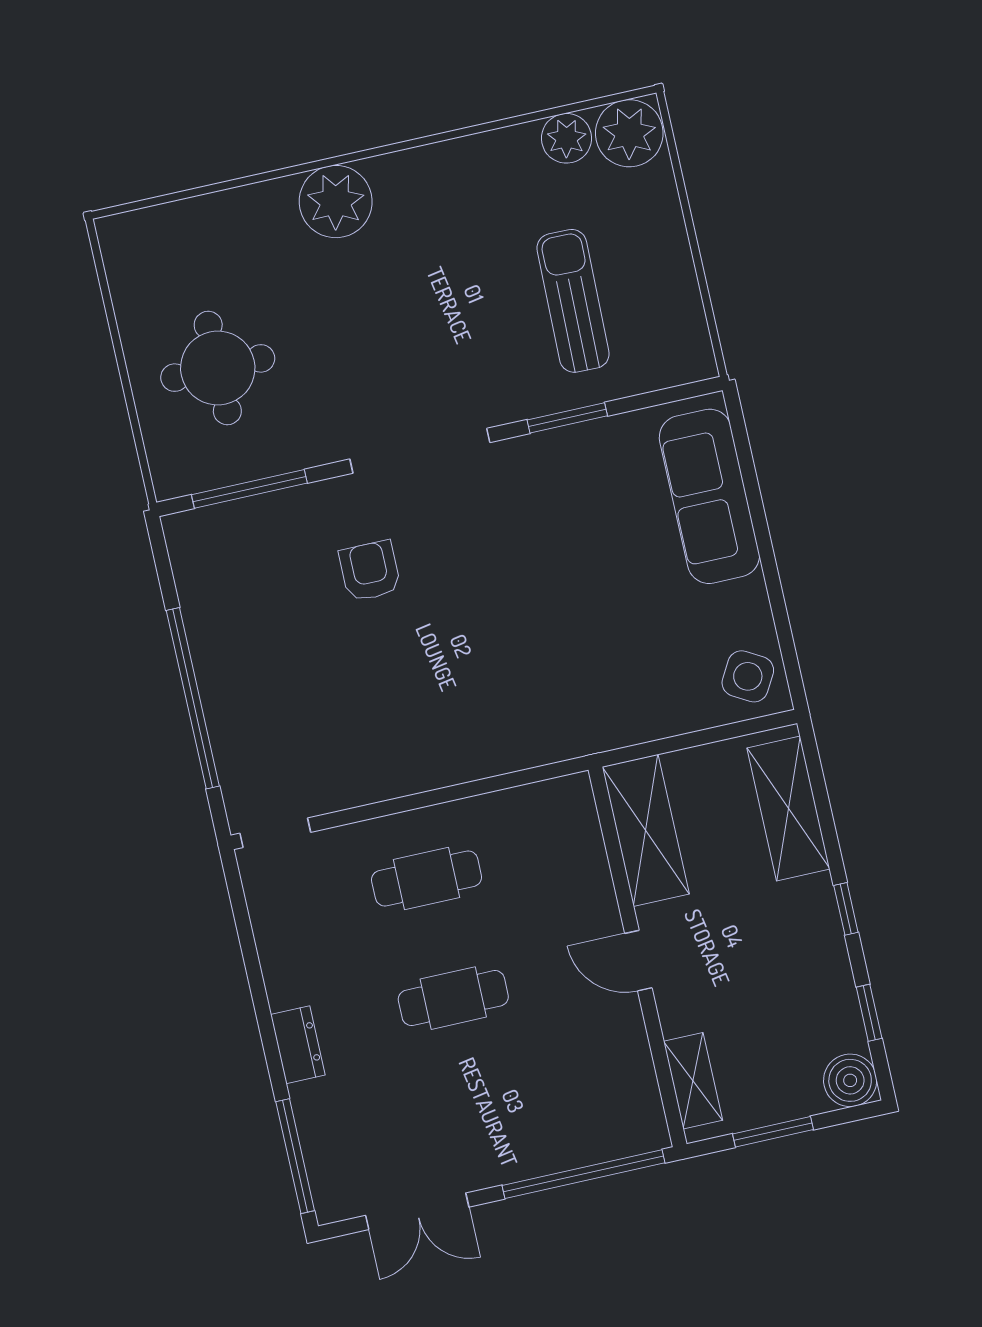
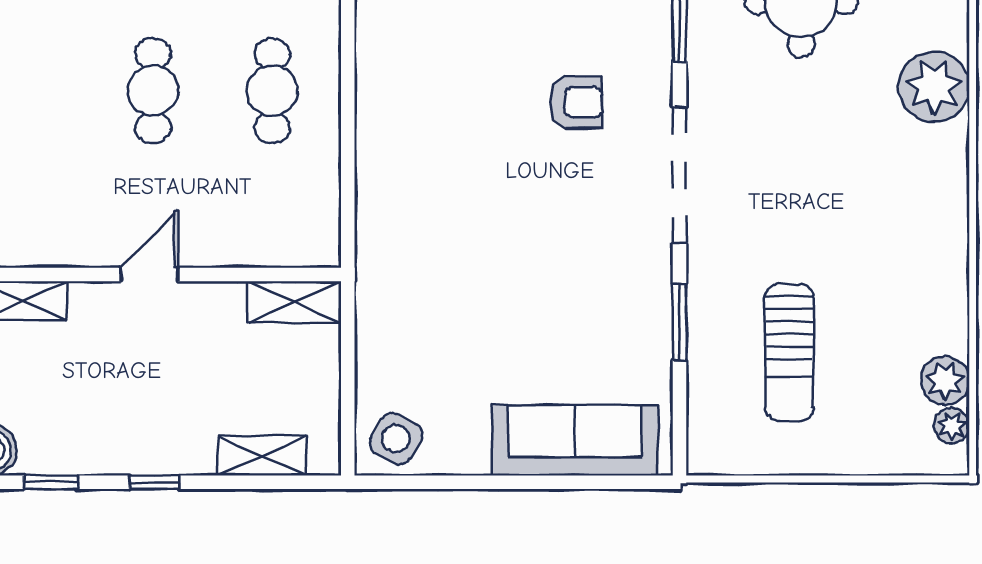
plant: (629, 133) -> (952, 426), width x0.53, depth x0.53
plant: (336, 202) -> (934, 87), moved
sun lounger: (573, 301) -> (789, 352), turned 89
shelving: (788, 809) -> (262, 456), width x0.67, depth x0.75
shelving: (646, 830) -> (295, 302), width x0.67, depth x0.75

